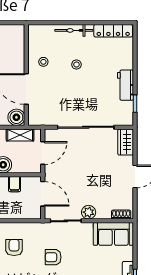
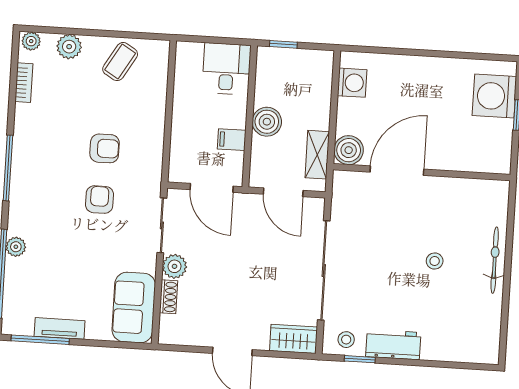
locker: (113, 31) -> (490, 329), removed
stool: (43, 62) -> (346, 340), moved
door: (43, 194) -> (212, 188), hinge flipped
shoe rack: (121, 215) -> (168, 297), moved
armchair: (14, 248) -> (105, 148), moved

